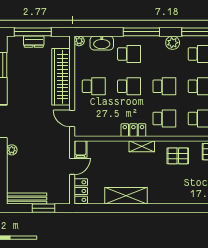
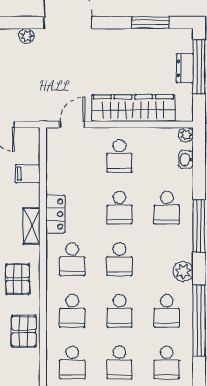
washbasin: (102, 43) -> (186, 160), width x0.52, depth x0.69
filing cabinet: (80, 149) -> (28, 174), moved

